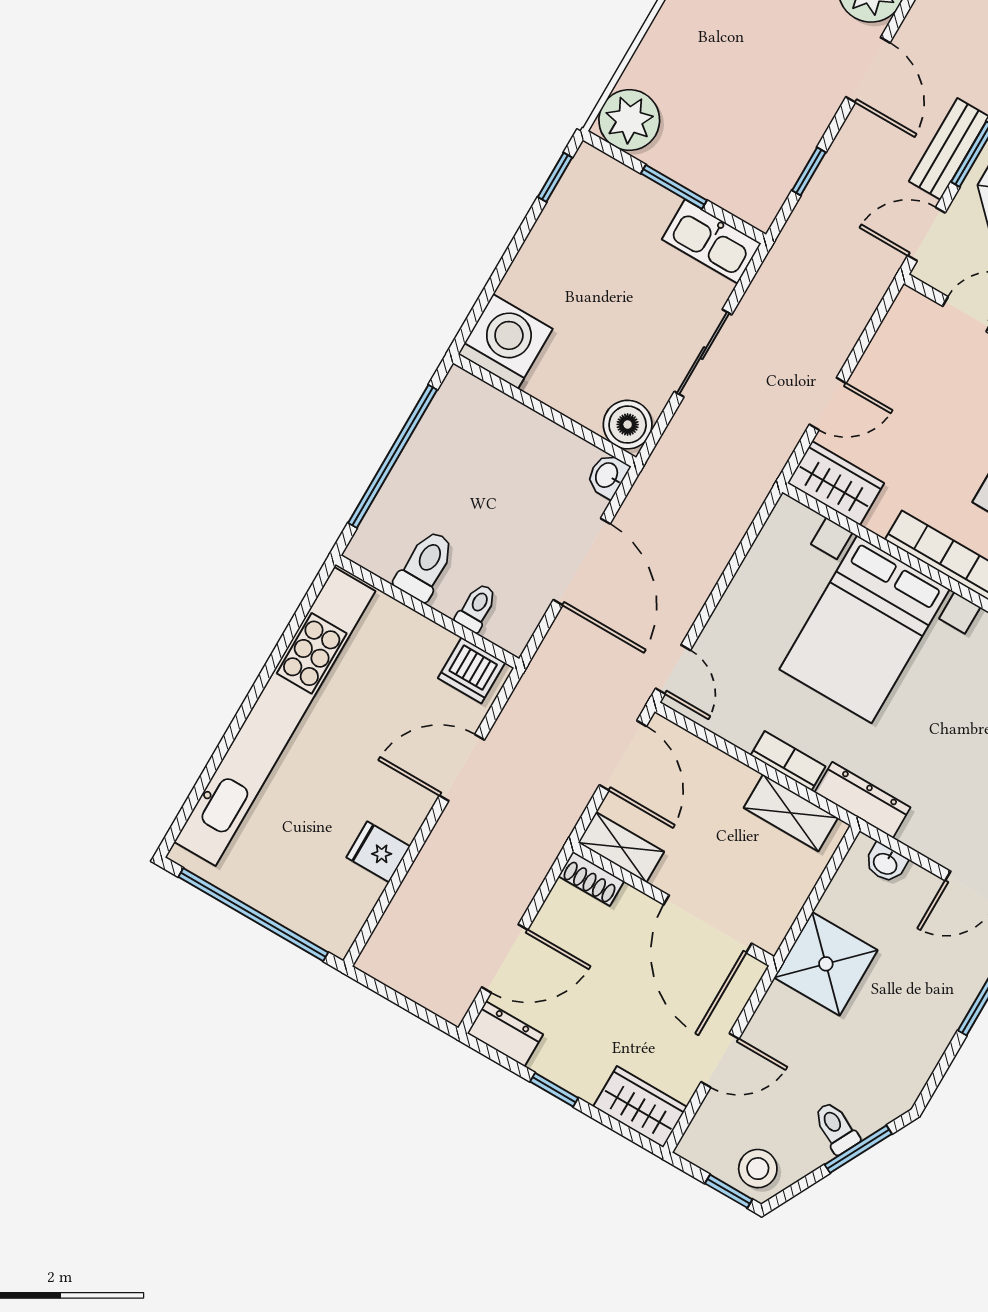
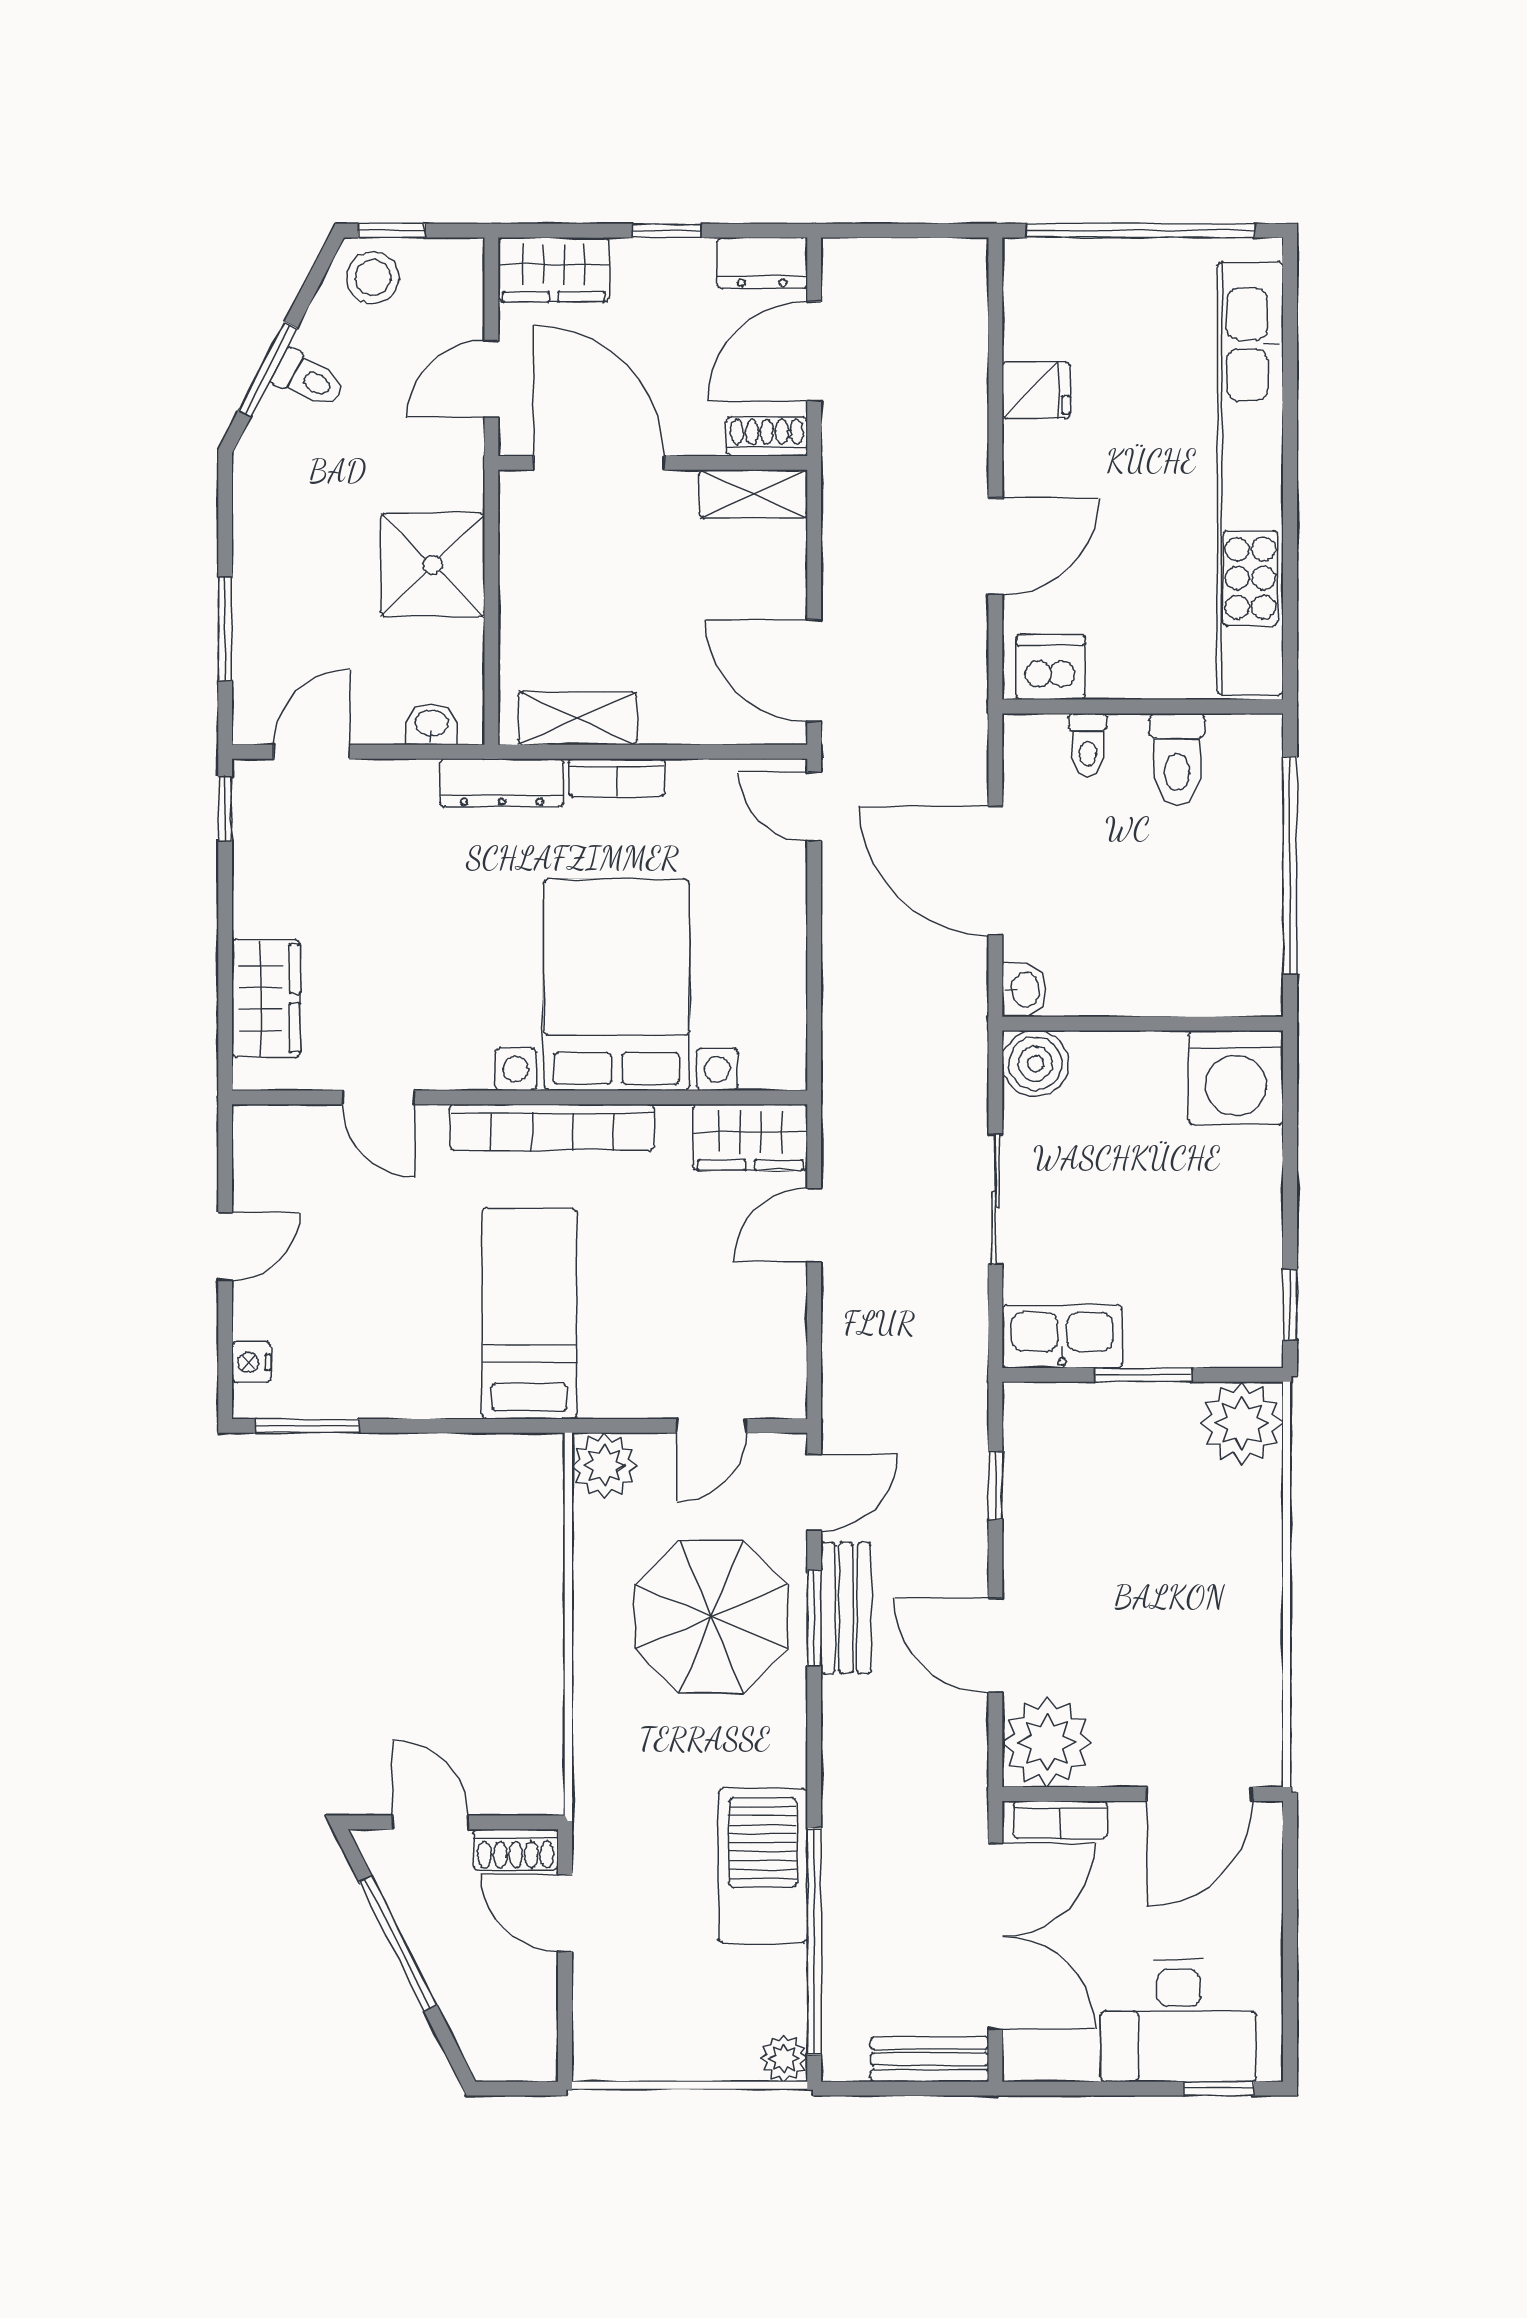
shelving: (621, 847) -> (754, 494), moved
shoe rack: (591, 879) -> (767, 436), moved
wall: (674, 904) -> (653, 463), moved
door: (708, 924) -> (599, 463), moved

